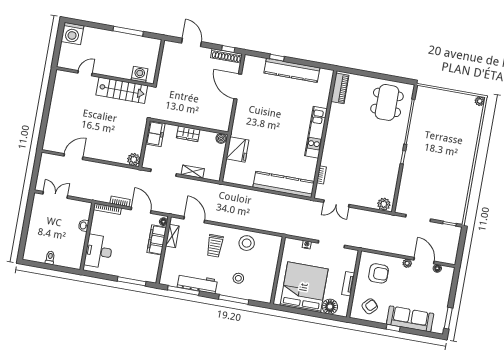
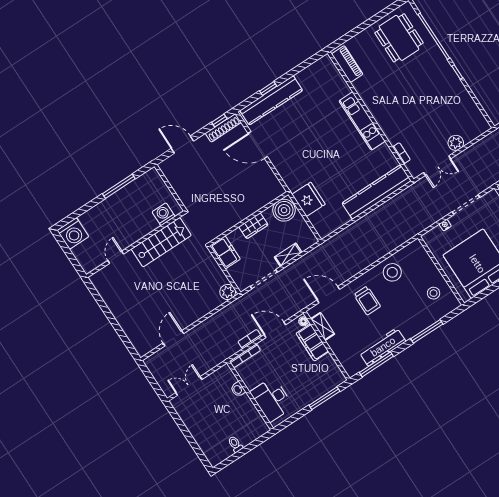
kitchen counter: (292, 70) -> (271, 100), moved
boiler: (221, 138) -> (284, 210), width x1.86, depth x1.86
plant: (384, 204) -> (456, 143), moved
stool: (238, 278) -> (434, 293), moved

